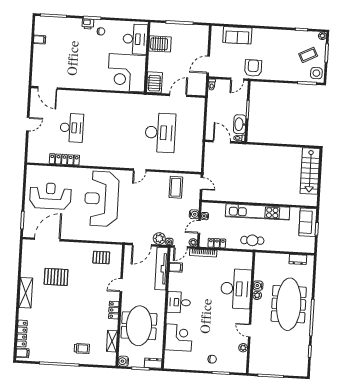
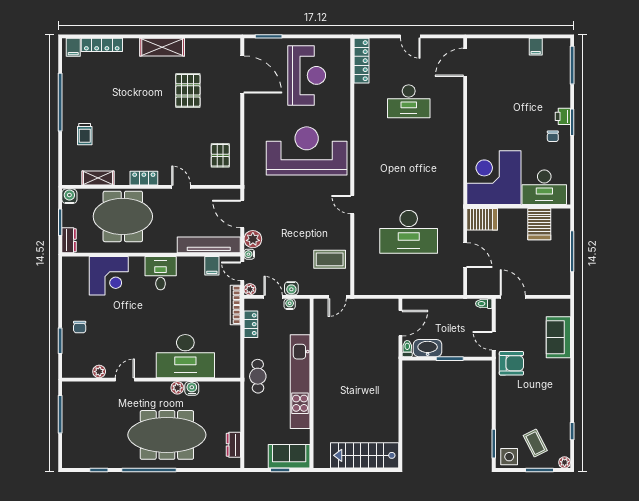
locker: (64, 159) -> (361, 61), moved

